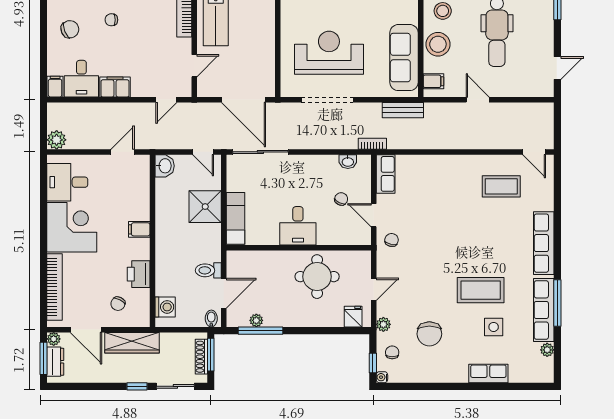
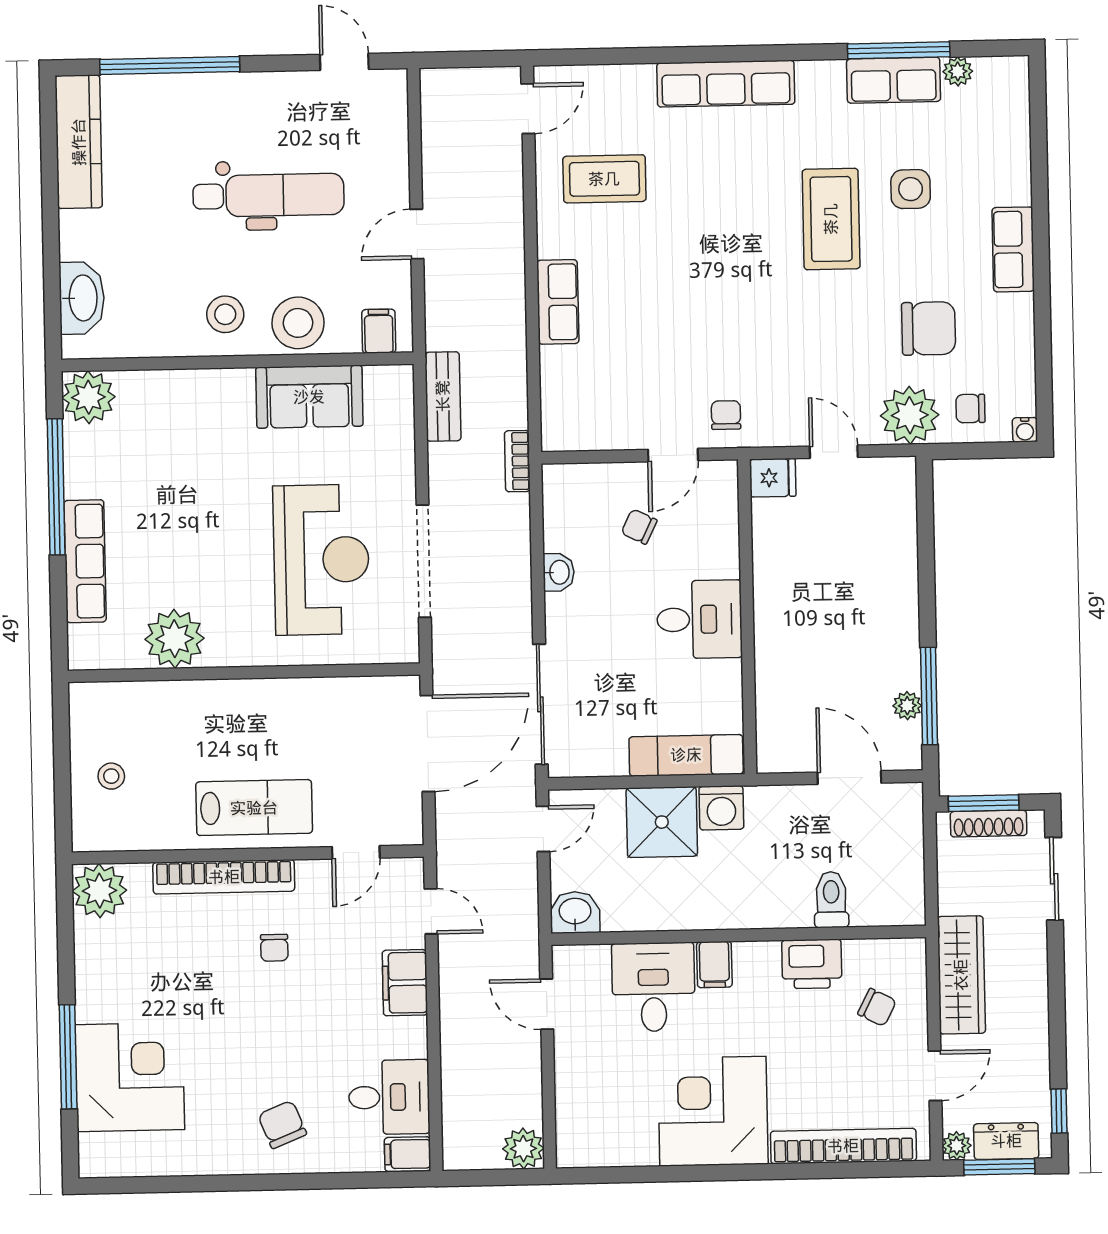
chair: (111, 20) -> (274, 948), moved
reception desk: (329, 53) -> (321, 560), turned 180
sofa: (404, 58) -> (309, 397), width x0.73
door: (194, 66) -> (356, 852), swing flipped
filing cabinet: (115, 87) -> (405, 983), moved
washbasin: (348, 162) -> (559, 572), moved
row of seats: (386, 174) -> (558, 302), moved, turned 90
desk: (67, 182) -> (653, 987), moved, turned 180
coffee table: (501, 186) -> (604, 179), turned 90
chair: (392, 240) -> (726, 415), turned 77
toilet: (208, 270) -> (831, 900), moved, turned 180
round table: (317, 277) -> (809, 575), removed
window: (557, 303) -> (899, 50), moved
washing machine: (165, 307) -> (721, 808), moved, turned 180
row of seats: (544, 310) -> (894, 80), width x0.68
fridge: (353, 317) -> (773, 478), moved, turned 180
bidet: (211, 318) -> (905, 804), removed
plant: (383, 324) -> (910, 415), width x1.87, depth x1.87
door: (86, 330) -> (935, 1076), width x0.73
window: (373, 363) -> (994, 450), removed
row of seats: (488, 373) -> (1013, 249), moved
window: (137, 386) -> (1059, 1111), moved

